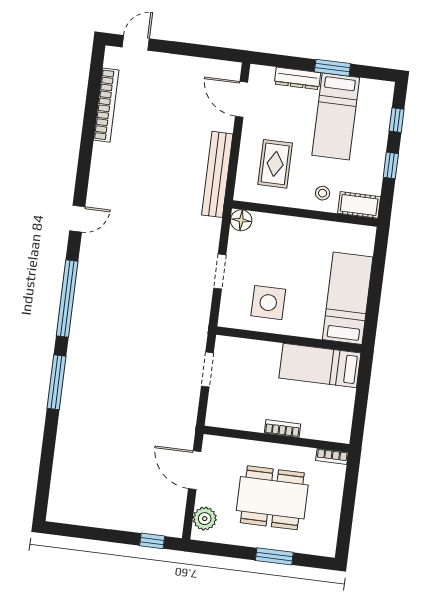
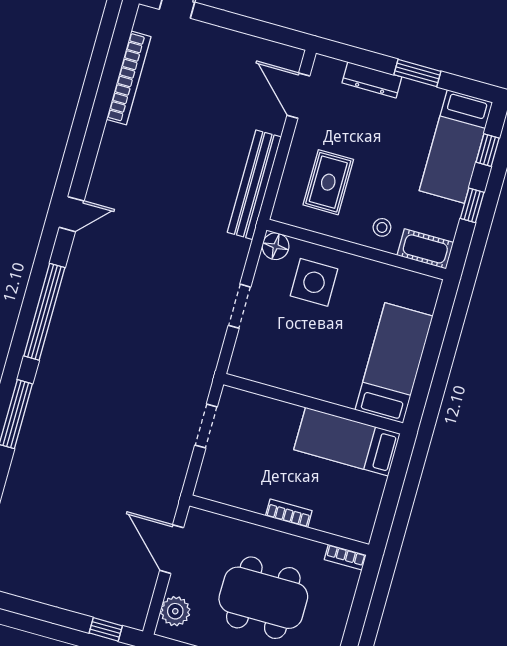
bed: (336, 116) -> (456, 146), moved
side table: (268, 303) -> (314, 282), moved

